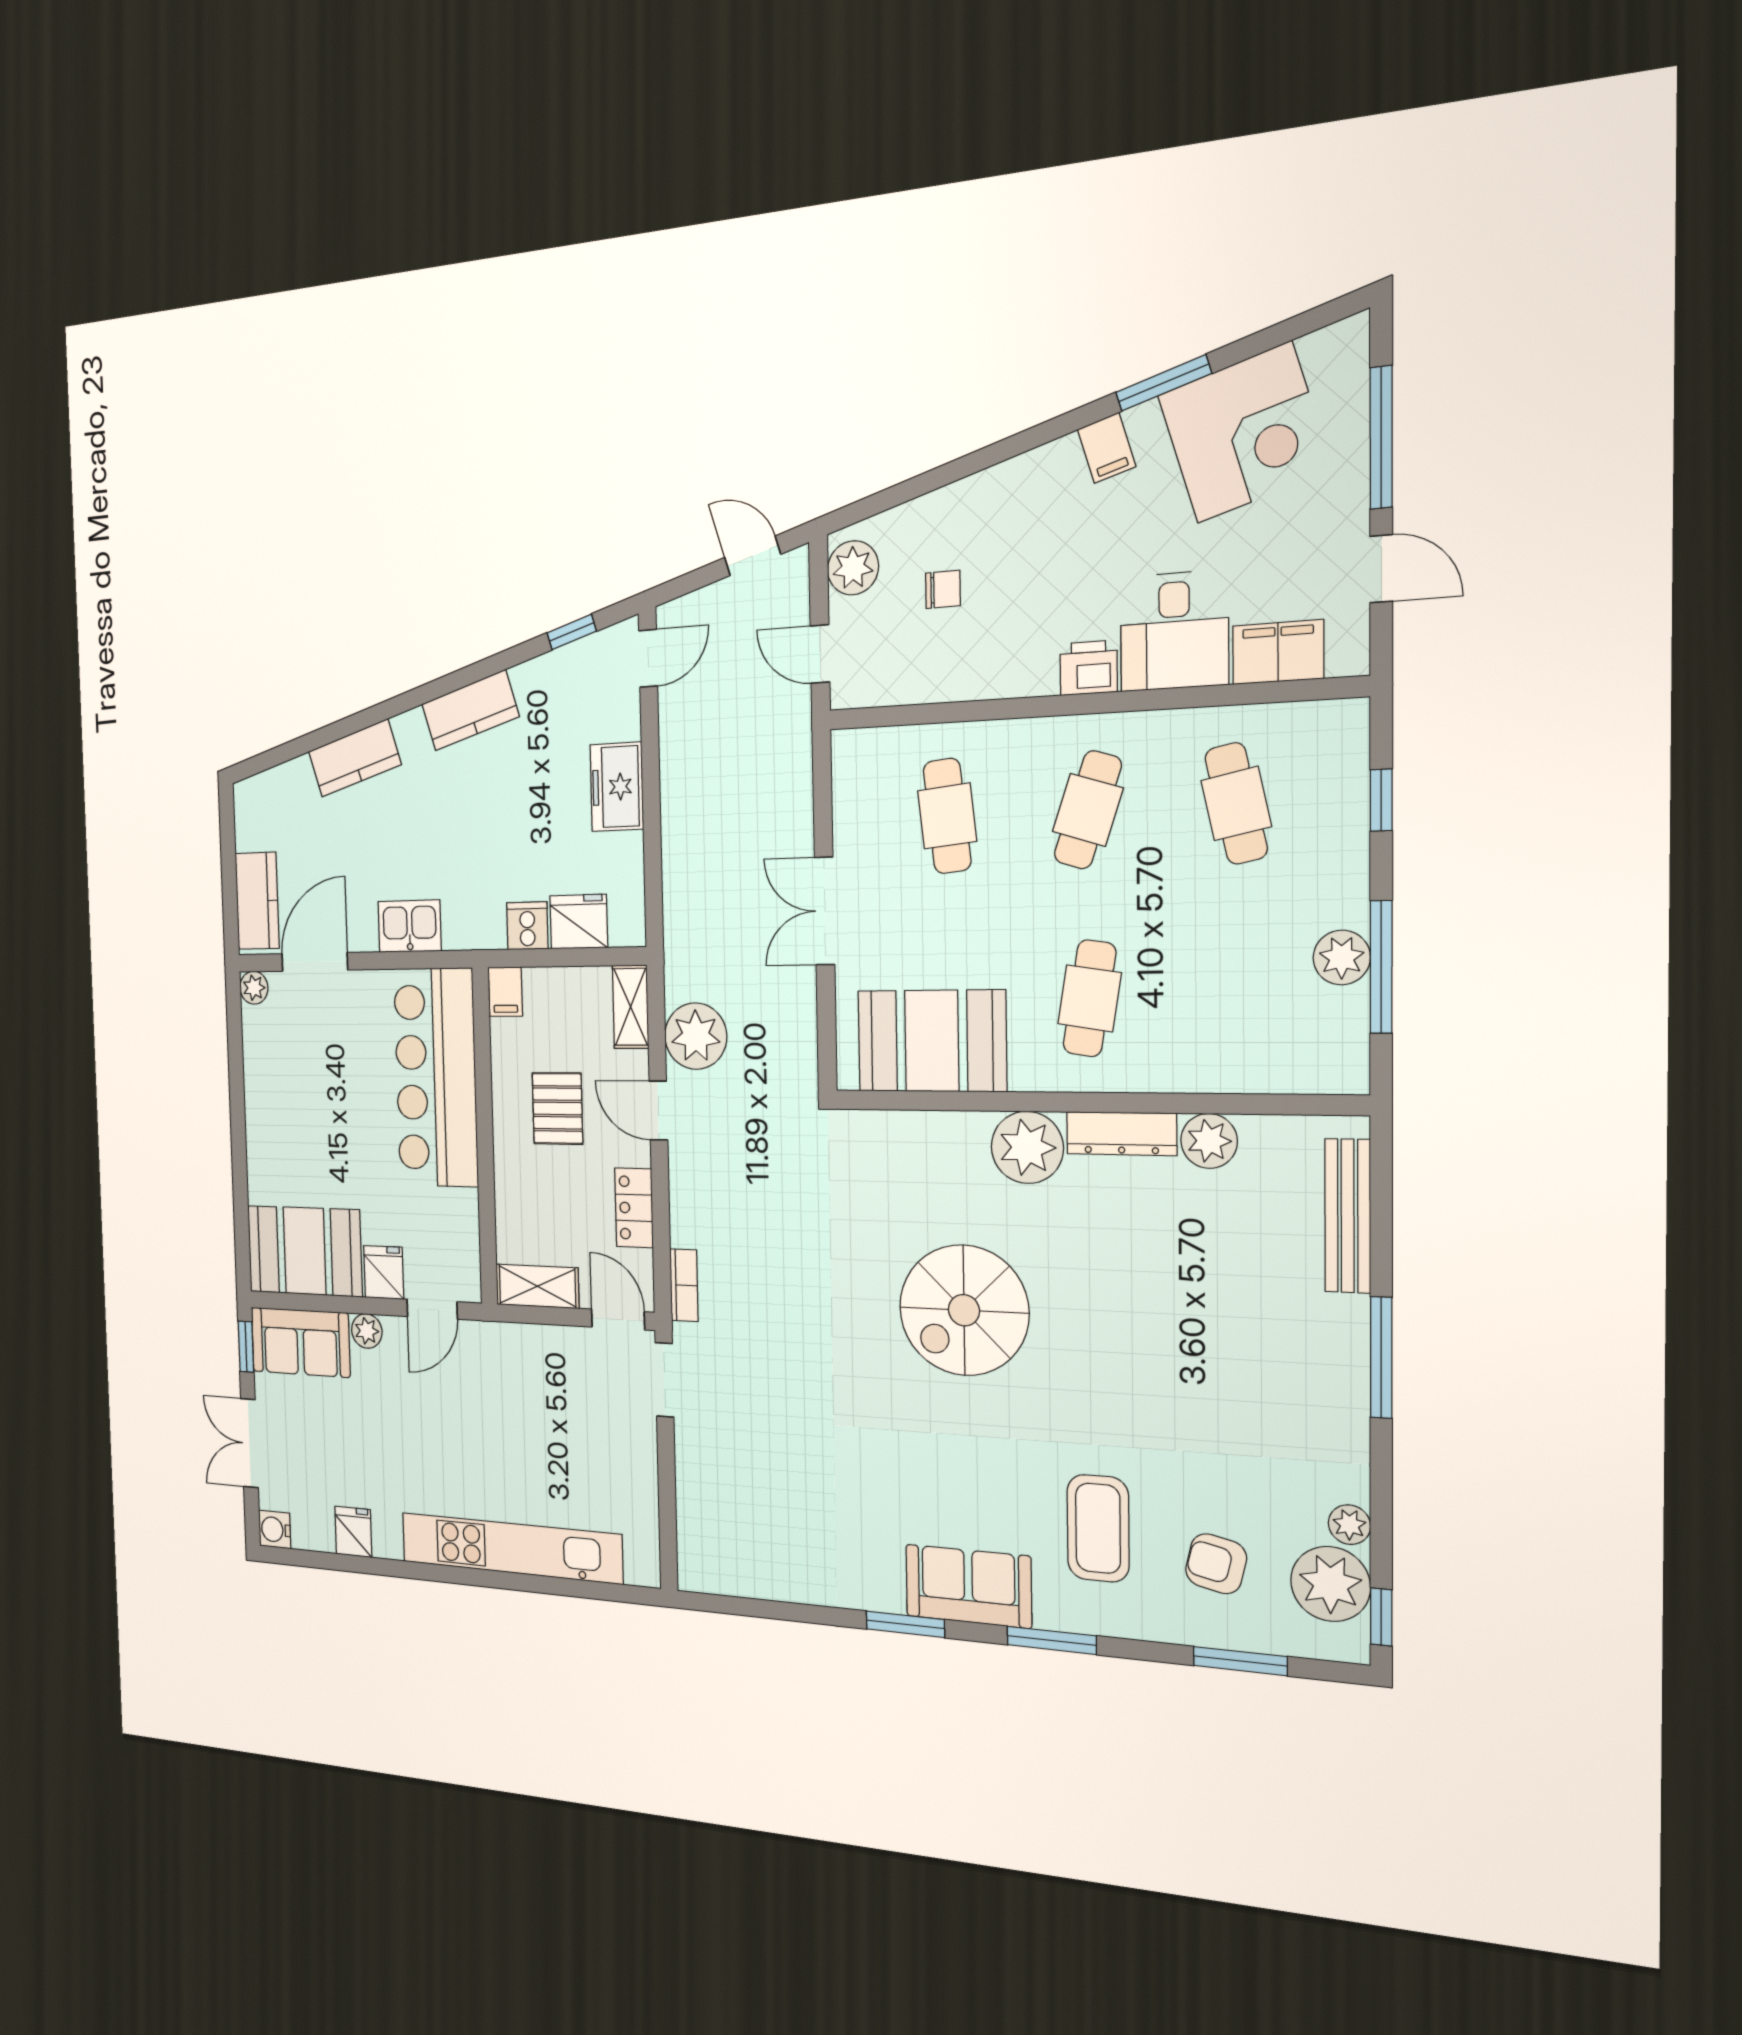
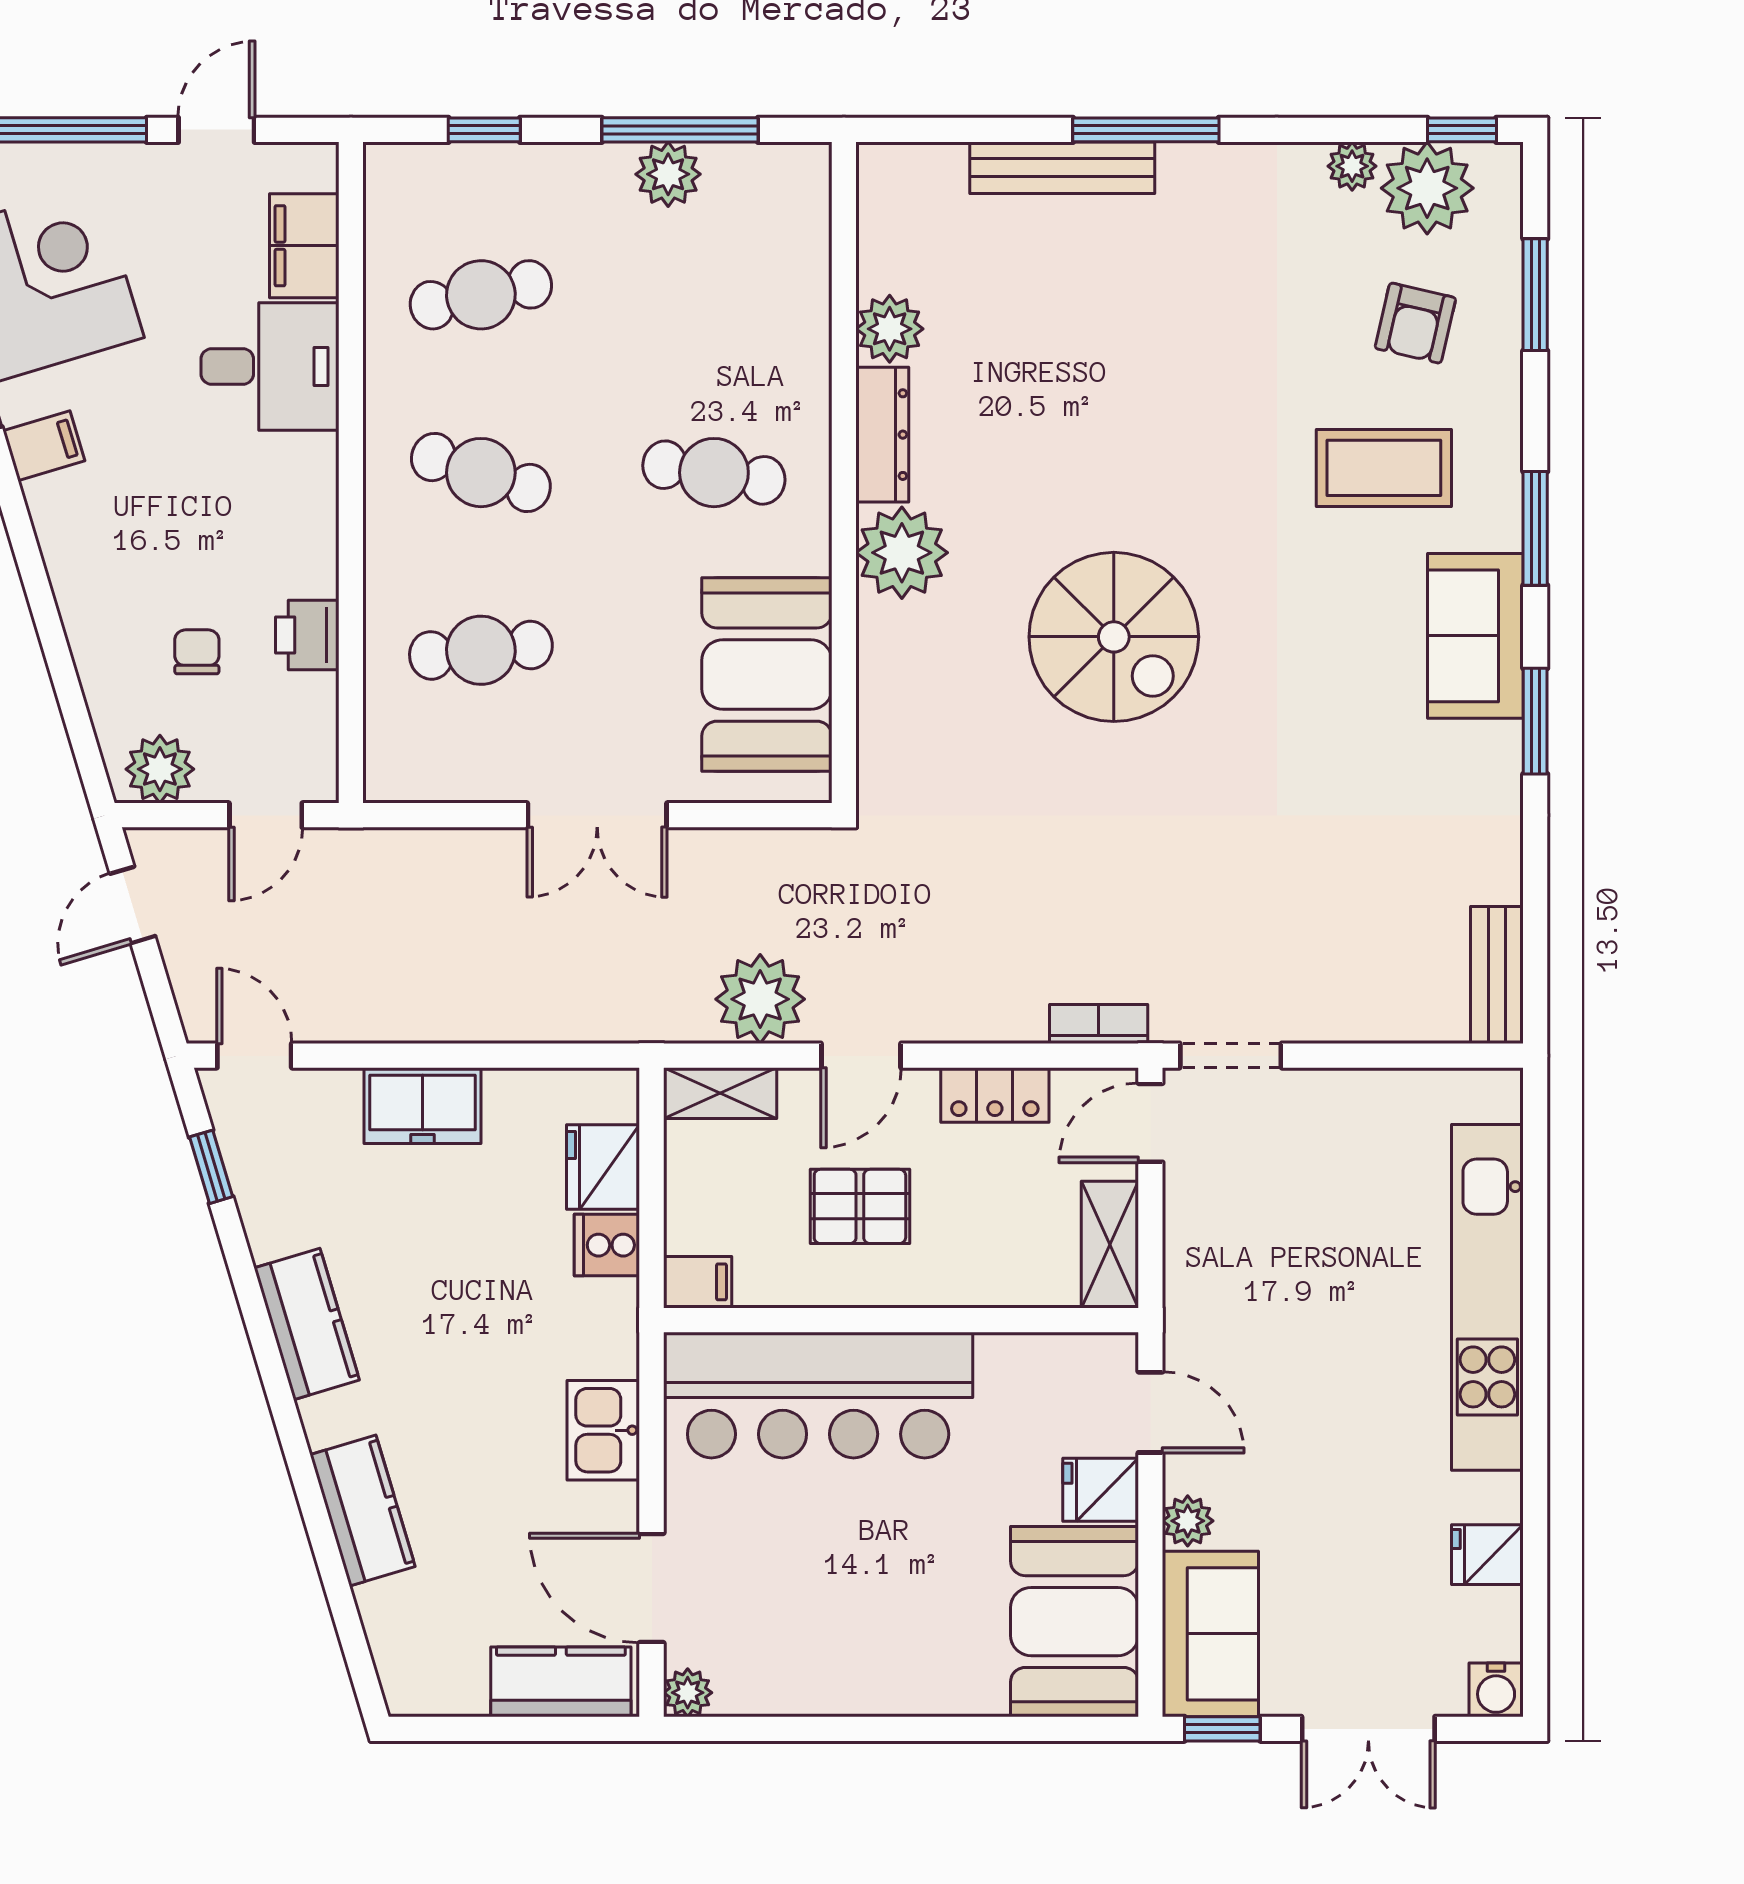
printer: (1089, 668) -> (307, 635), moved
bench: (1348, 1216) -> (1062, 168), moved
bench: (724, 1577) -> (1497, 975), added

